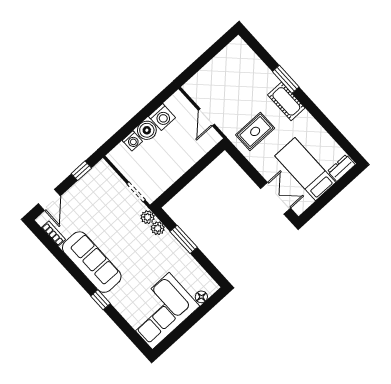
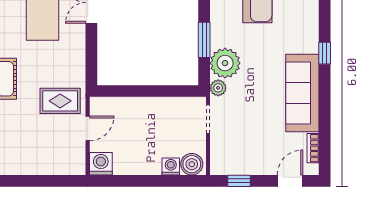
washing machine: (162, 117) -> (101, 164), moved
boiler: (147, 130) -> (192, 164), moved
rug: (255, 131) -> (60, 101), moved
plant: (158, 228) -> (225, 63), width x1.88, depth x1.88

